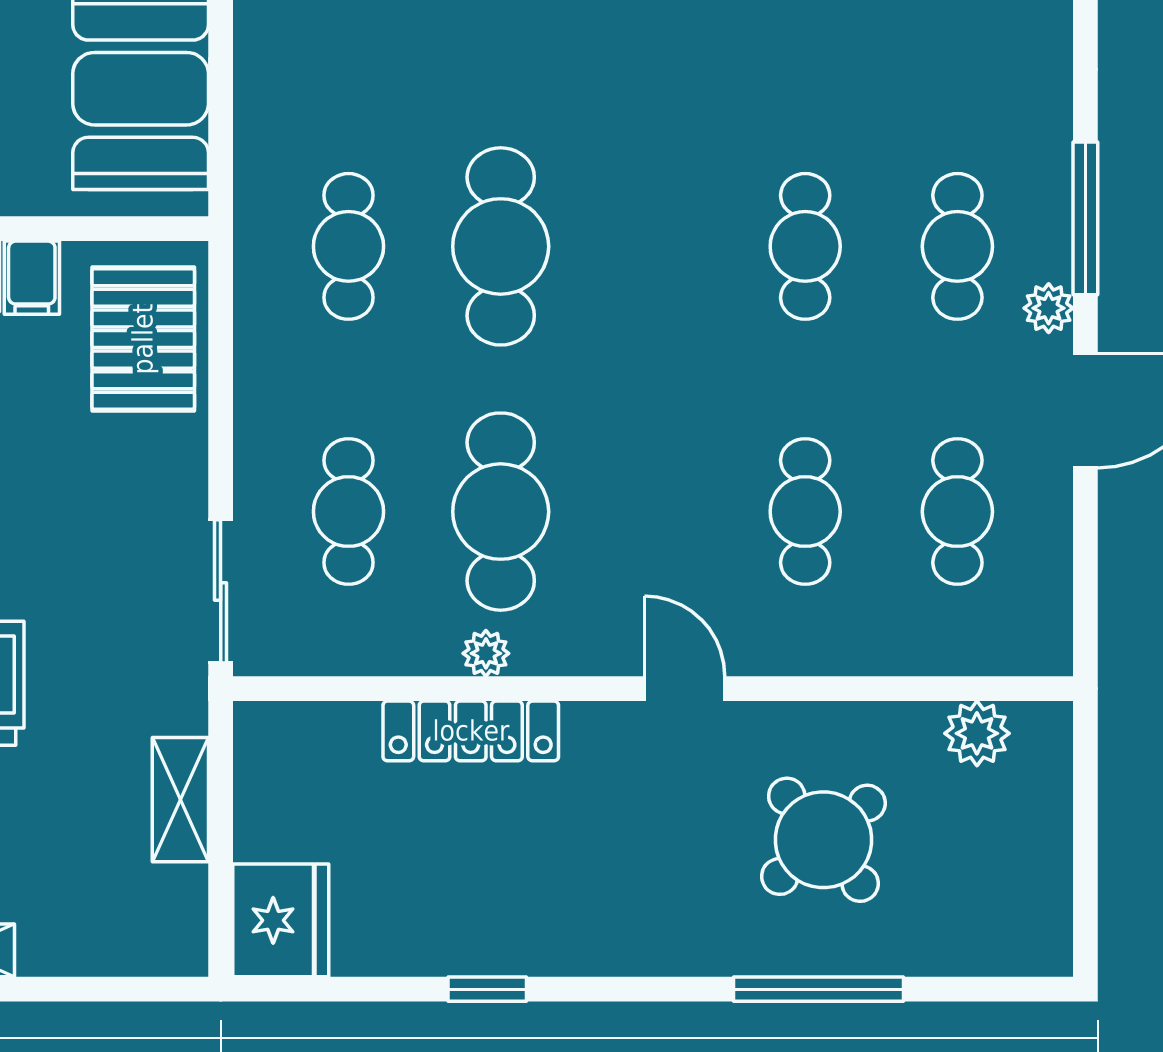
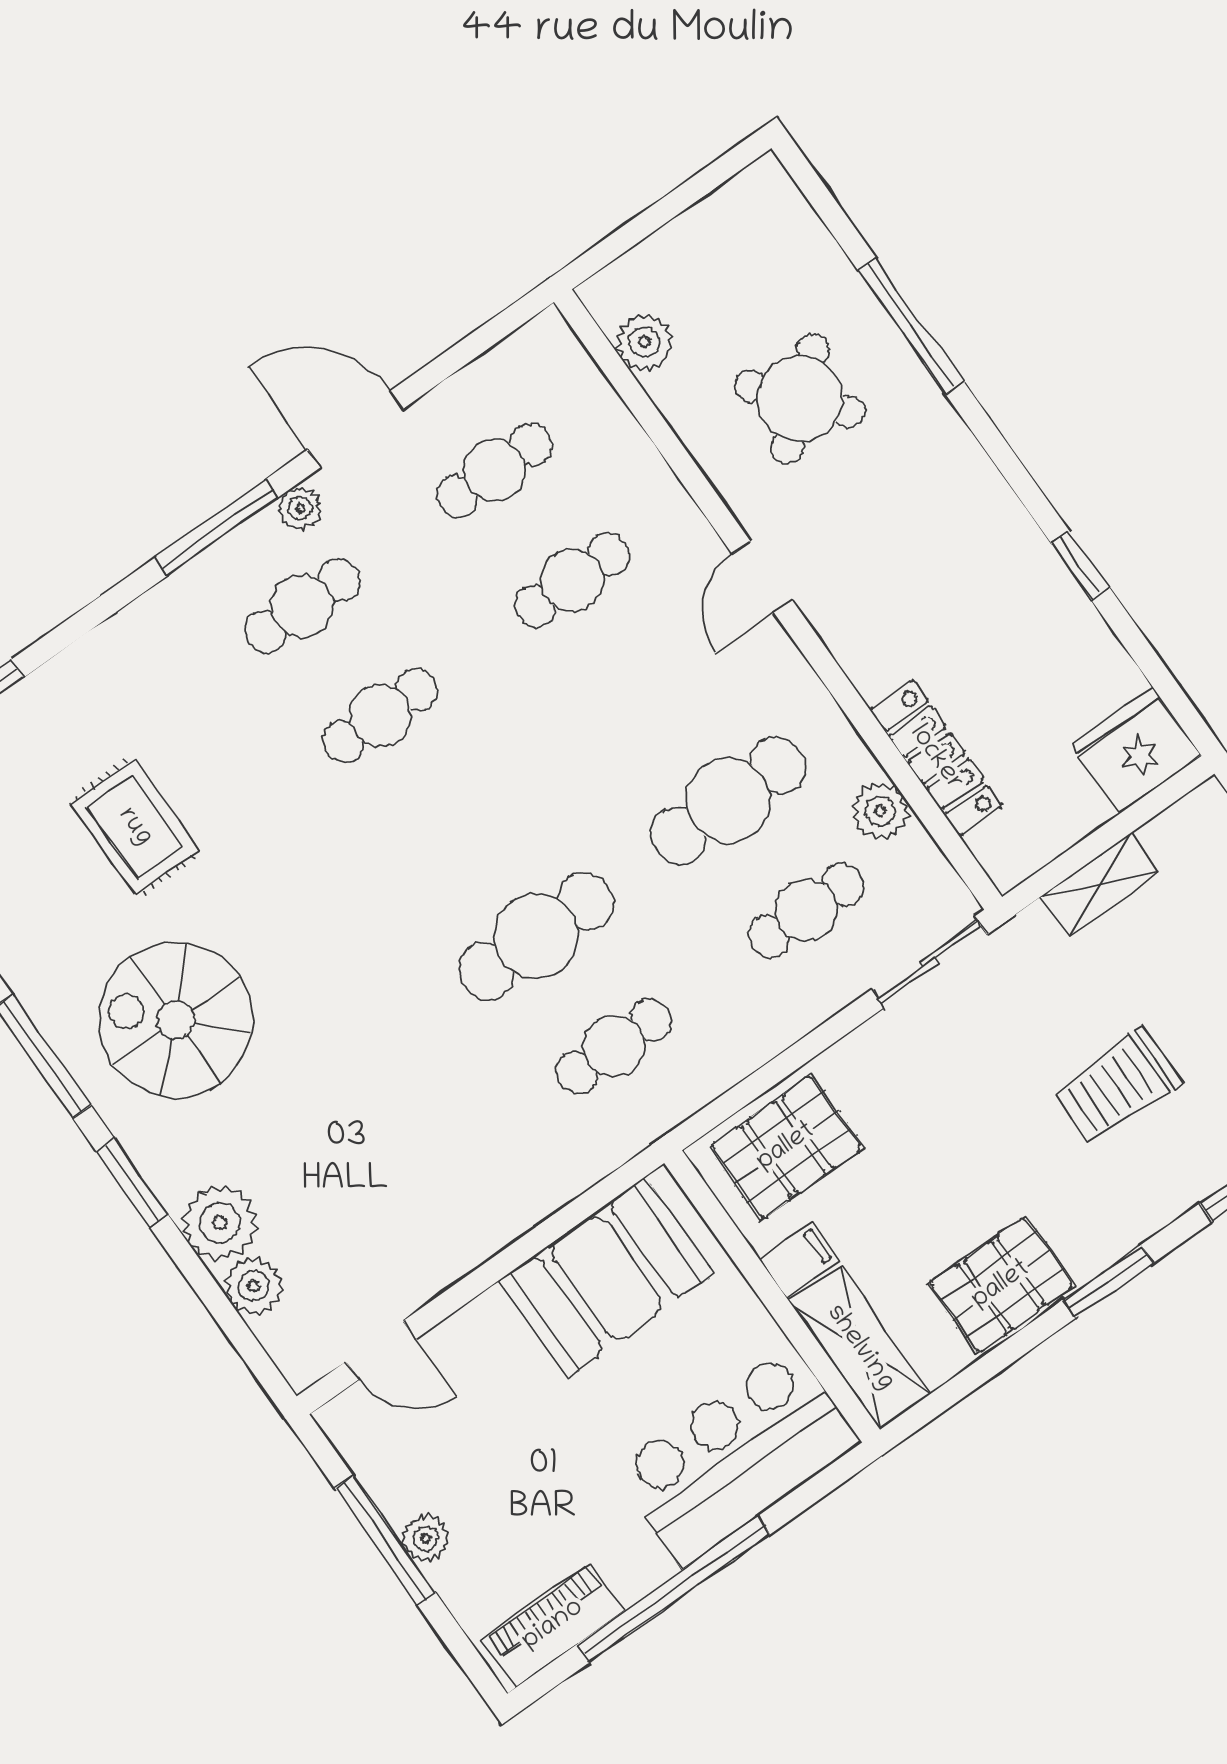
plant: (486, 653) -> (880, 811), moved, width x1.38, depth x1.38
locker: (471, 731) -> (936, 758), moved

